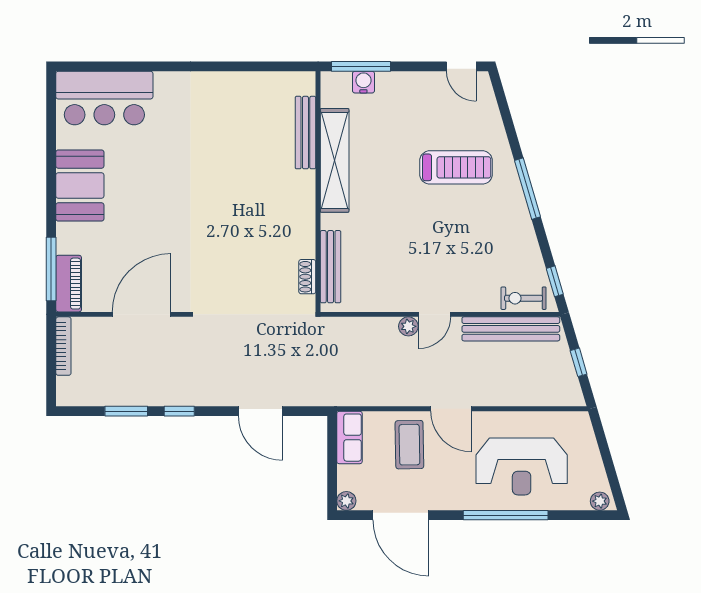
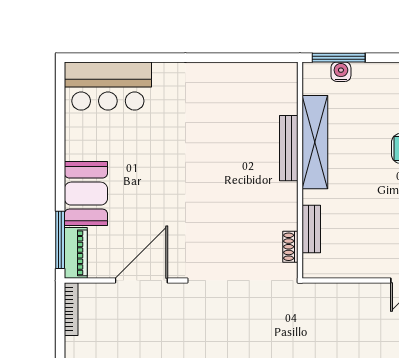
bench: (305, 133) -> (289, 148), moved
booth: (80, 186) -> (86, 194), moved
bench: (331, 267) -> (311, 229), width x0.73
plant: (408, 326) -> (381, 291), removed

